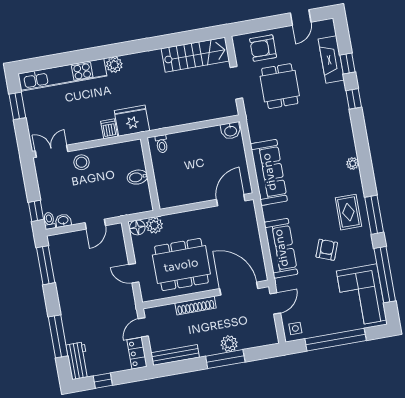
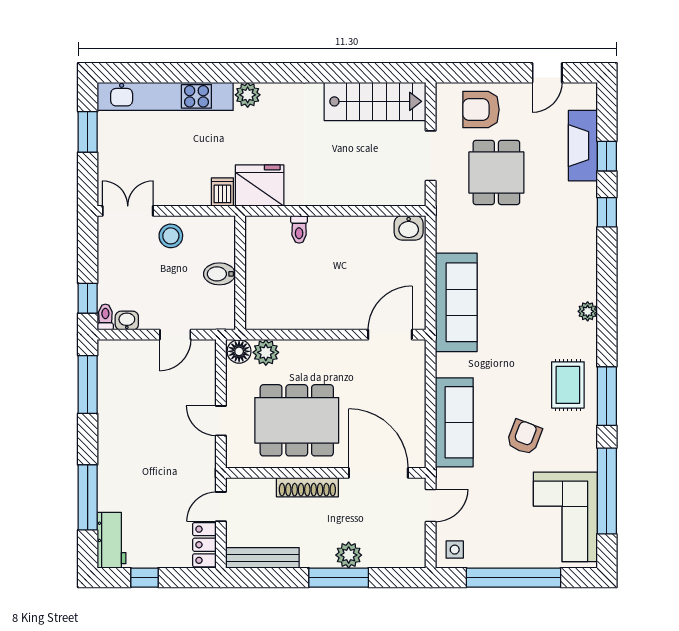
wall: (150, 174) -> (240, 273), moved
bidet: (137, 177) -> (219, 274), moved

